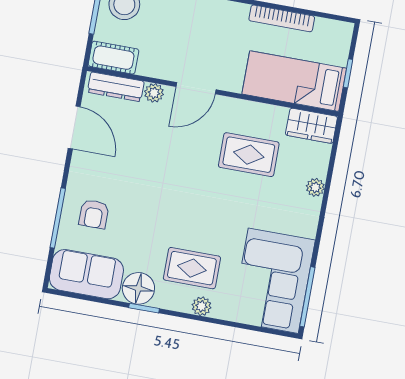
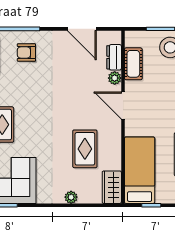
cot: (113, 58) -> (133, 64), moved
dresser: (116, 87) -> (114, 57), width x0.70
door: (74, 127) -> (82, 29), hinge flipped

